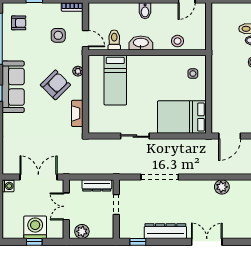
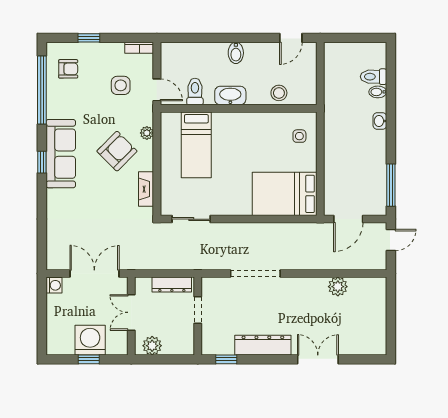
sliding door: (135, 136) -> (191, 219), moved

